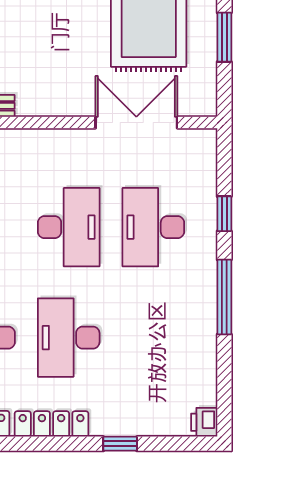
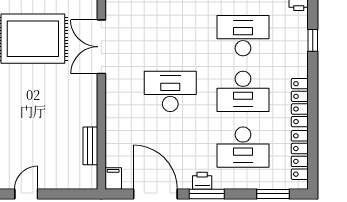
desk: (153, 227) -> (243, 36), moved, turned 180
window: (120, 444) -> (313, 40), moved

